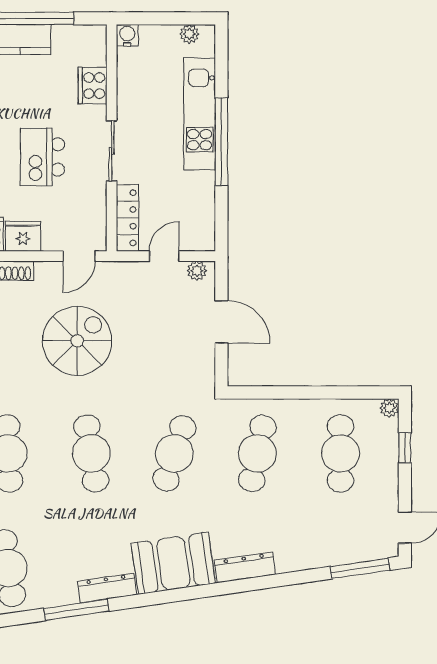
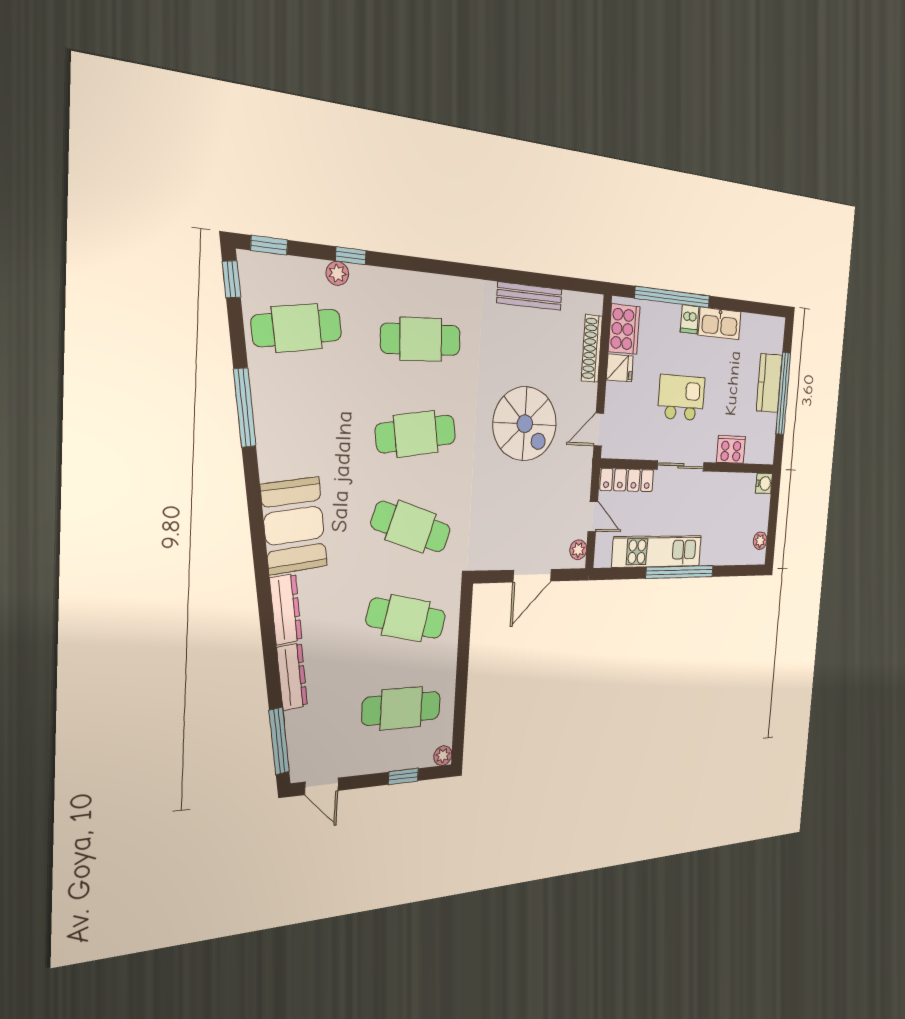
kitchen unit: (200, 114) -> (657, 551), moved
fridge: (23, 236) -> (620, 368), width x0.72
door: (79, 256) -> (599, 430), hinge flipped
dresser: (107, 588) -> (292, 677), moved

